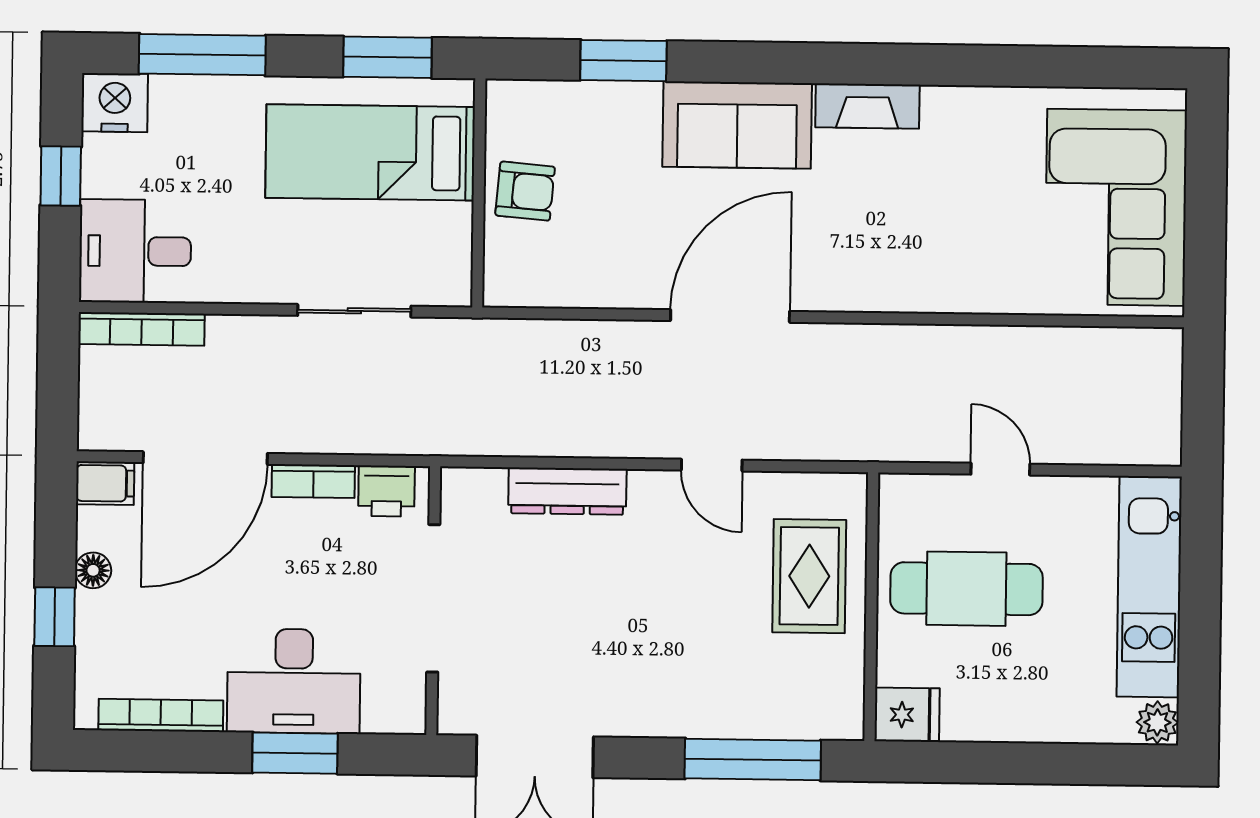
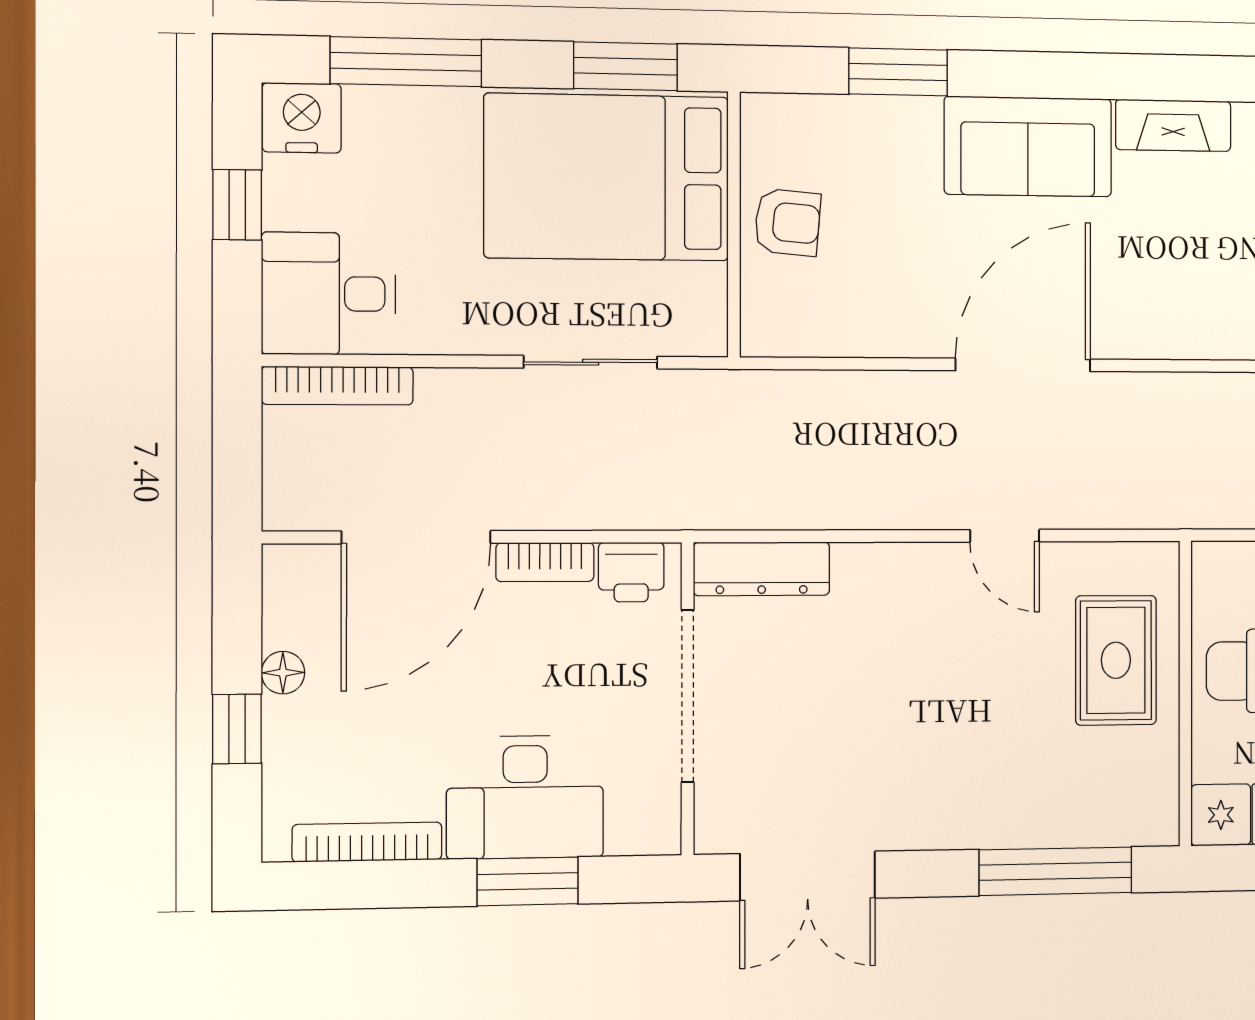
bed: (370, 152) -> (607, 177), width x1.50
filing cabinet: (105, 483) -> (296, 569), removed
dresser: (567, 491) -> (762, 569), moved

